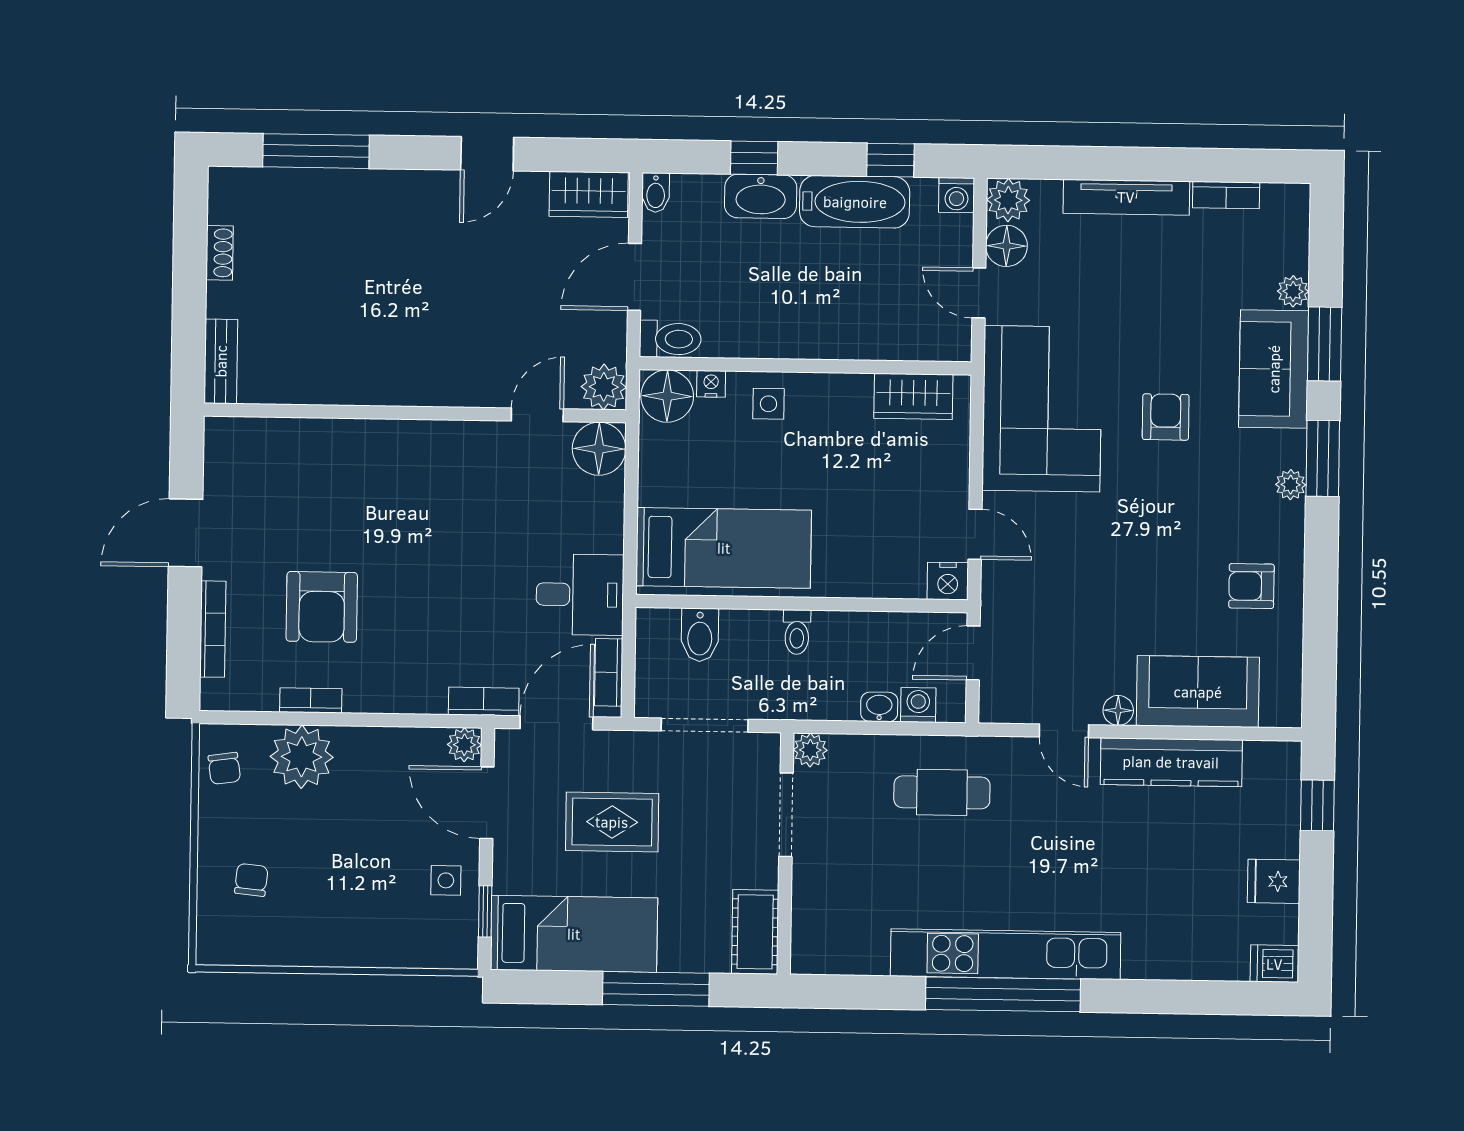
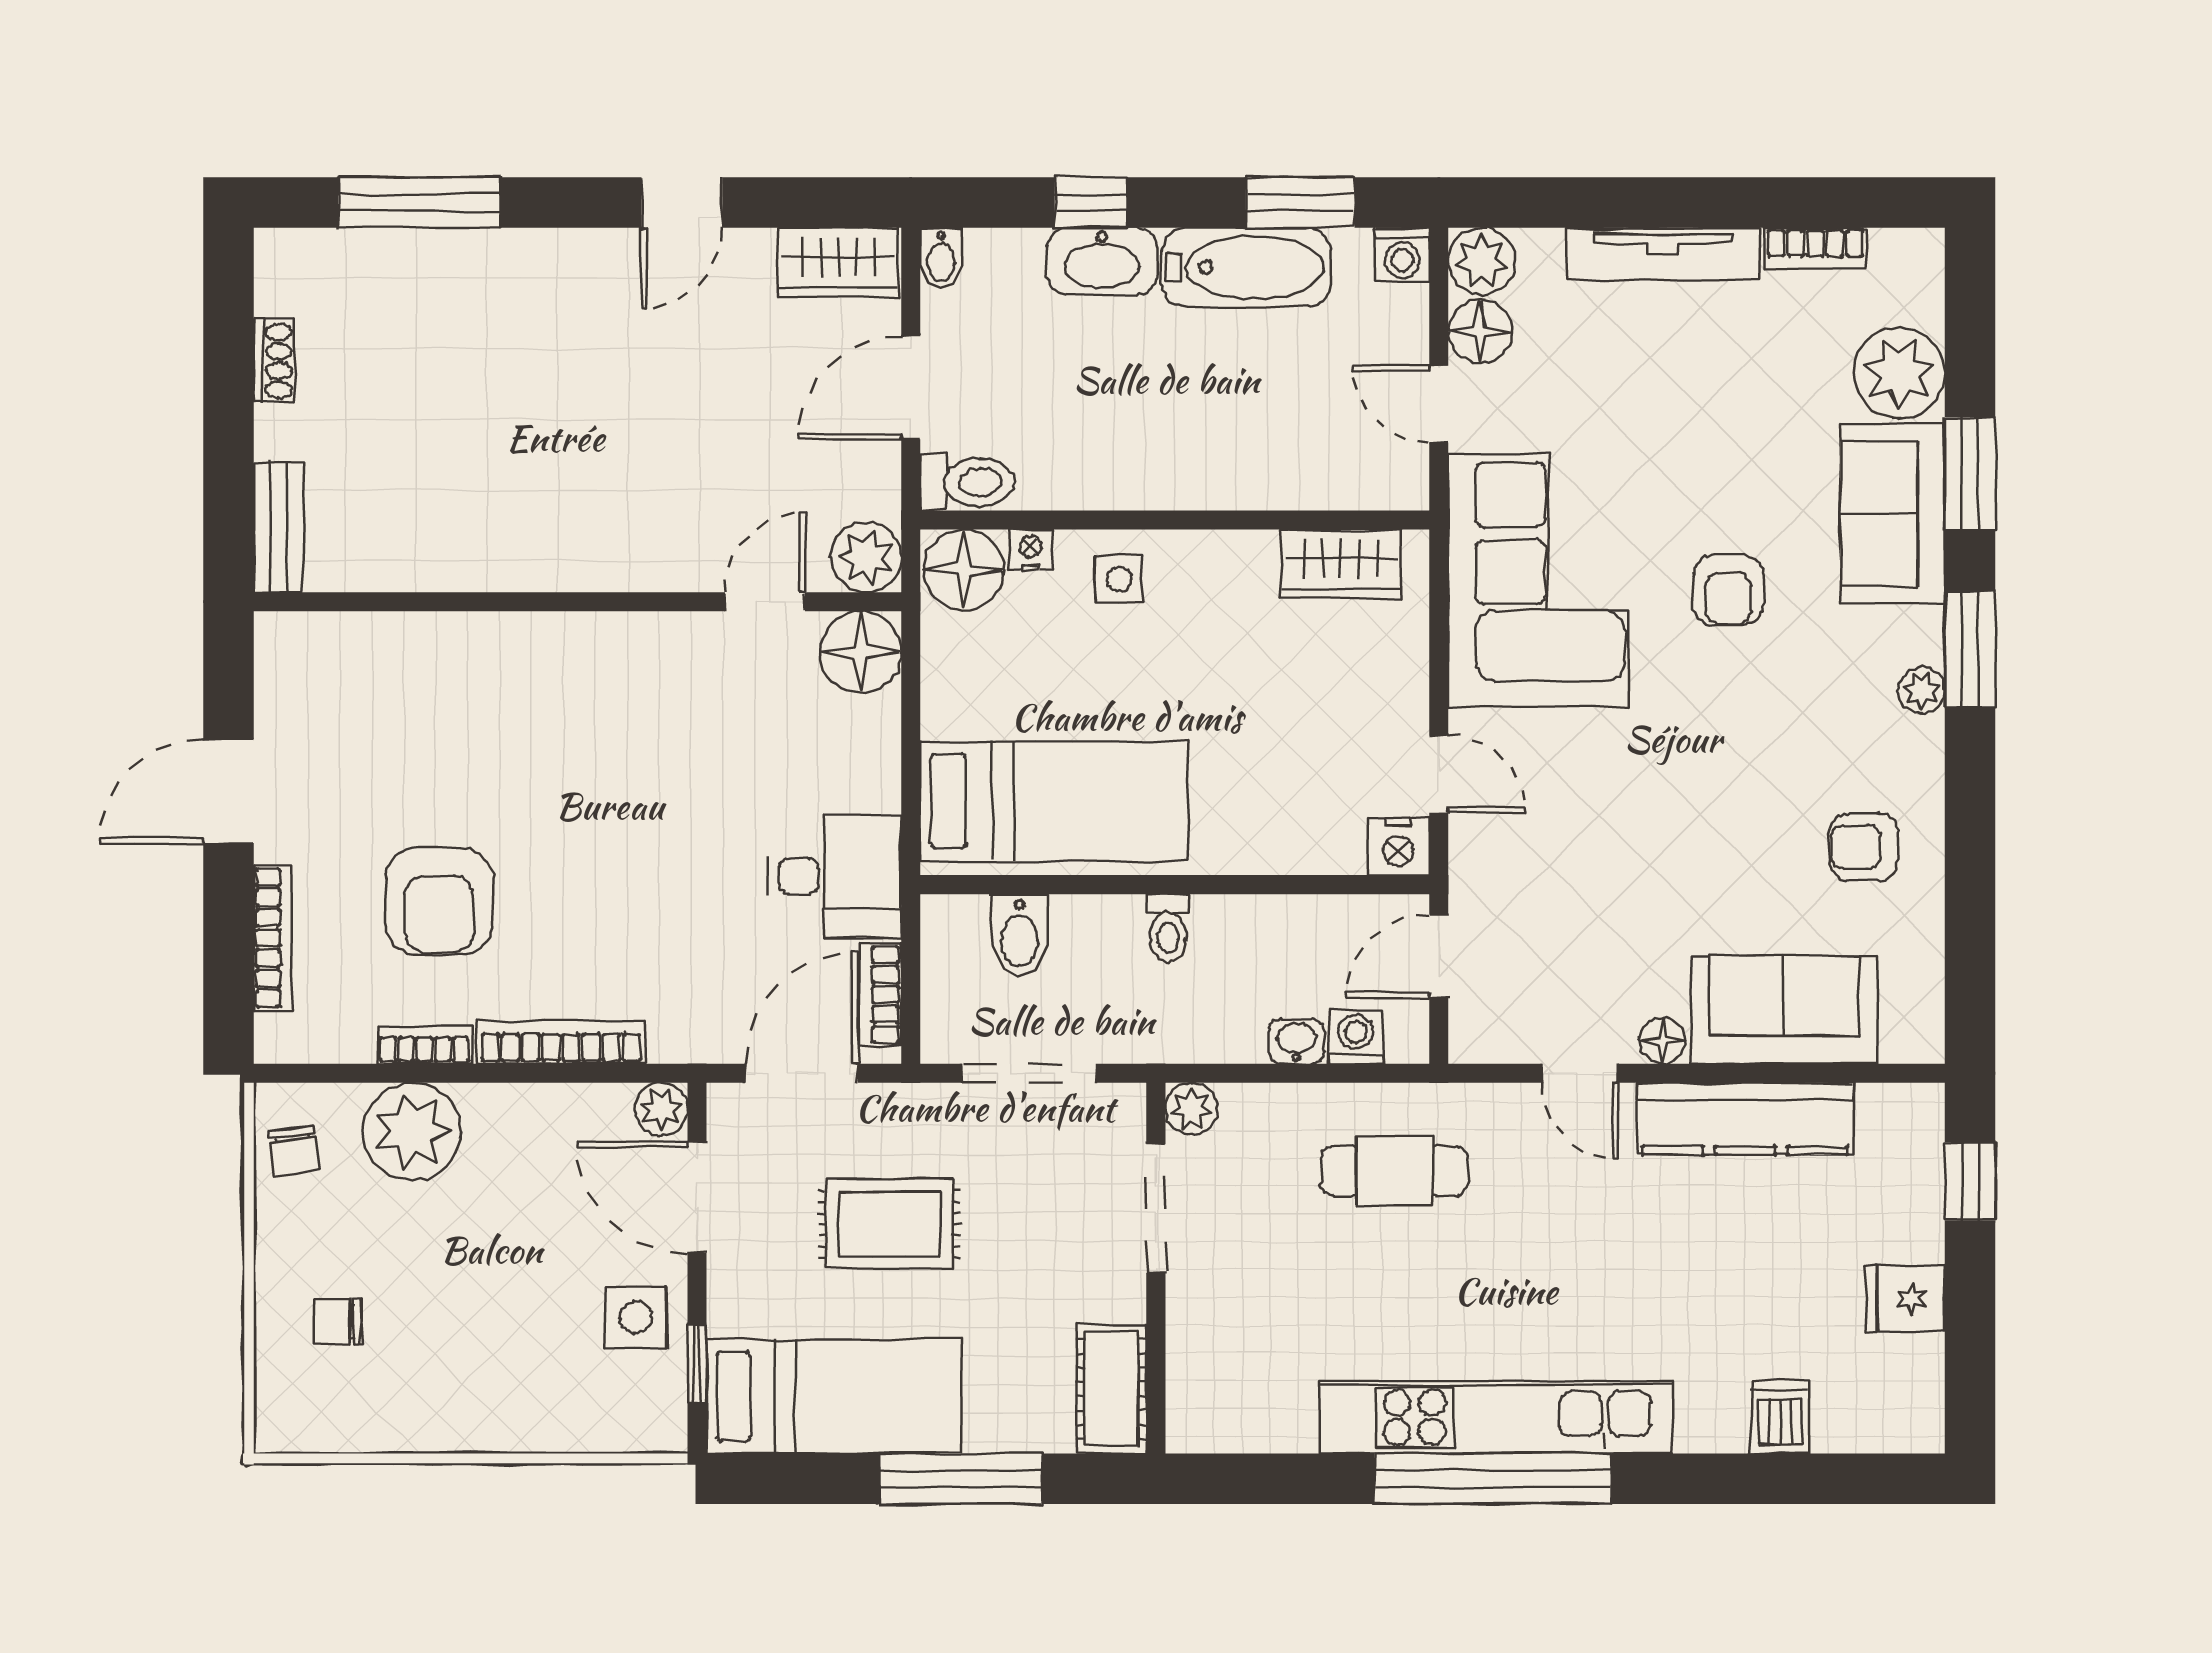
window: (890, 160) -> (1300, 203), width x1.50
plant: (1293, 291) -> (1899, 373), width x1.87, depth x1.87
armchair: (1166, 417) -> (1728, 590), turned 180
bookcase: (484, 701) -> (561, 1042), moved, width x1.56
chair: (251, 880) -> (338, 1321), turned -96
side table: (446, 880) -> (636, 1317), width x1.37, depth x1.37
dishwasher: (1274, 964) -> (1780, 1417), moved, turned 90

